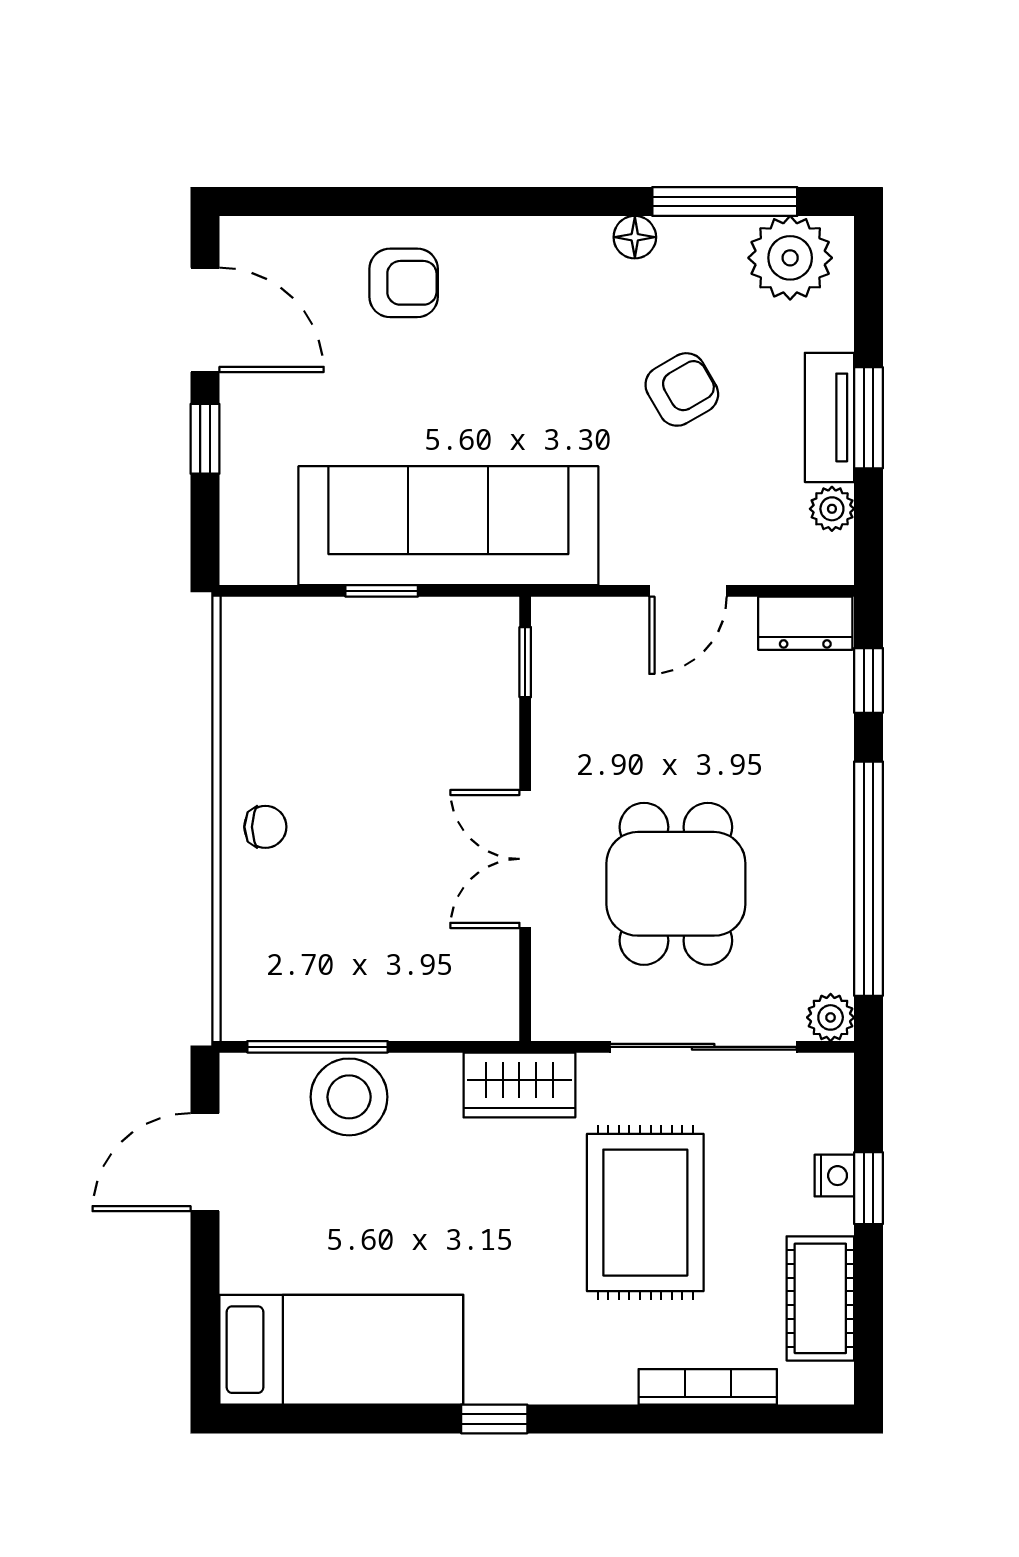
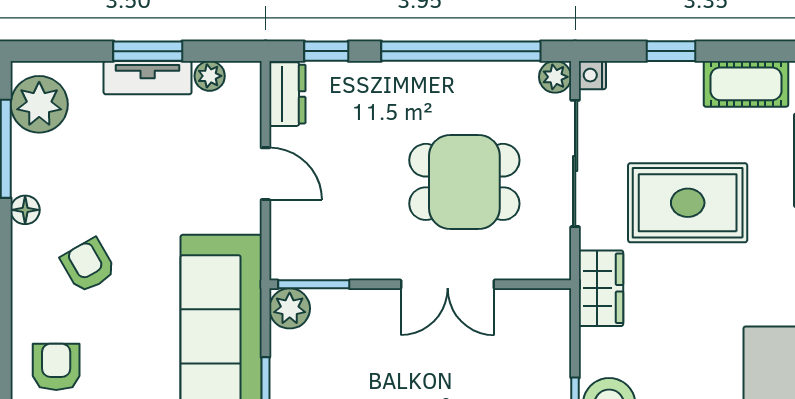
armchair: (682, 389) -> (88, 265), moved
plant: (490, 627) -> (290, 308), added
window: (525, 662) -> (314, 284), width x1.50
nightstand: (834, 1176) -> (592, 75), moved, turned -90

